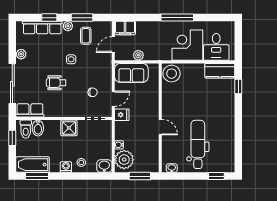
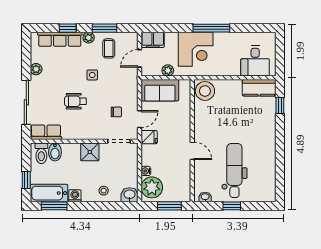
corner desk: (187, 45) -> (196, 49), moved, turned 180
window: (12, 138) -> (26, 180), moved
washing machine: (66, 167) -> (75, 196), moved
window: (216, 176) -> (232, 206), moved

